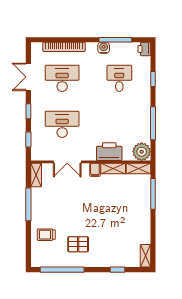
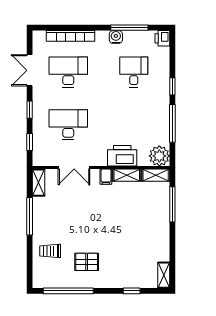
window: (153, 79) -> (172, 86), moved

